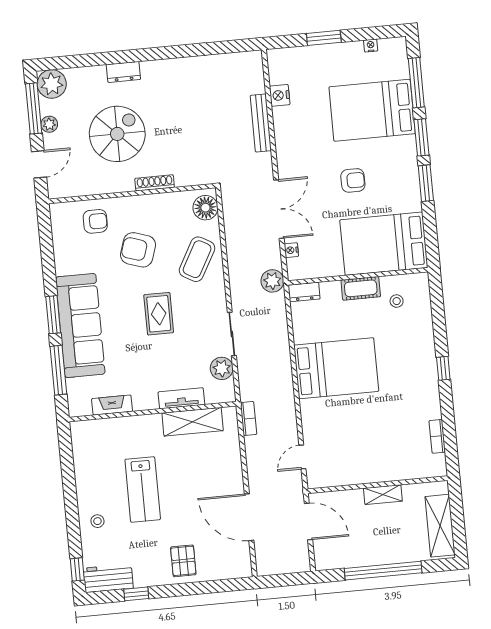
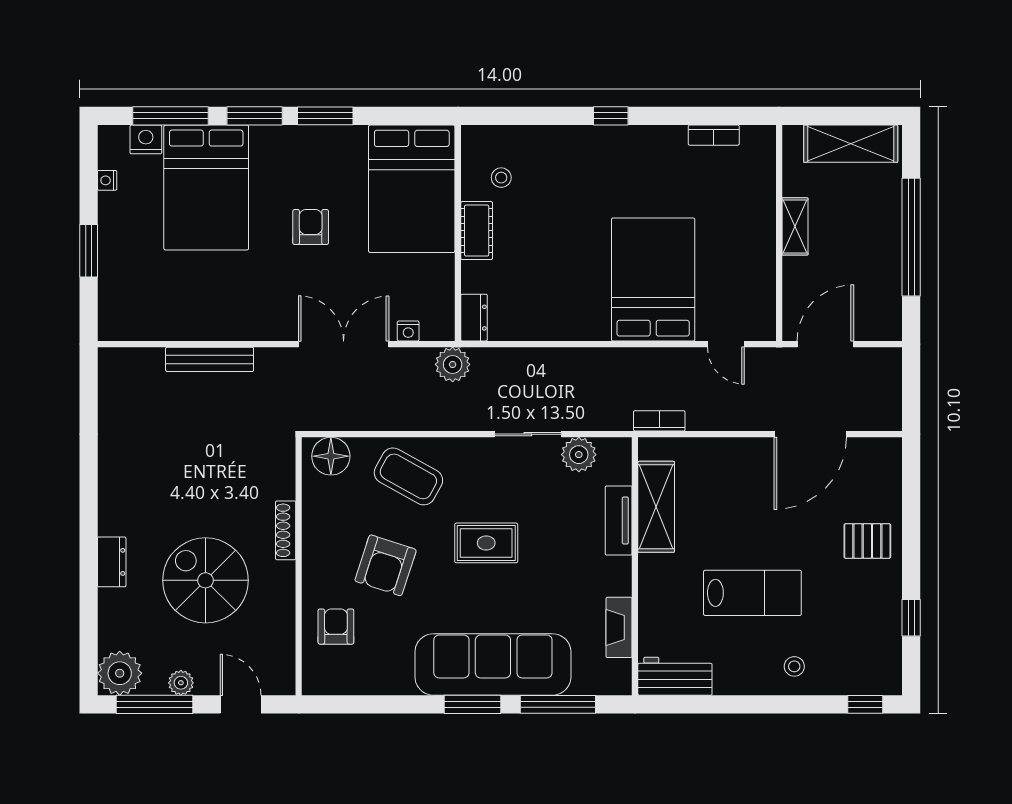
nightstand: (280, 95) -> (146, 139), moved, turned 180
bed: (336, 368) -> (653, 280), moved
workbench: (108, 578) -> (675, 676), moved, turned 90

